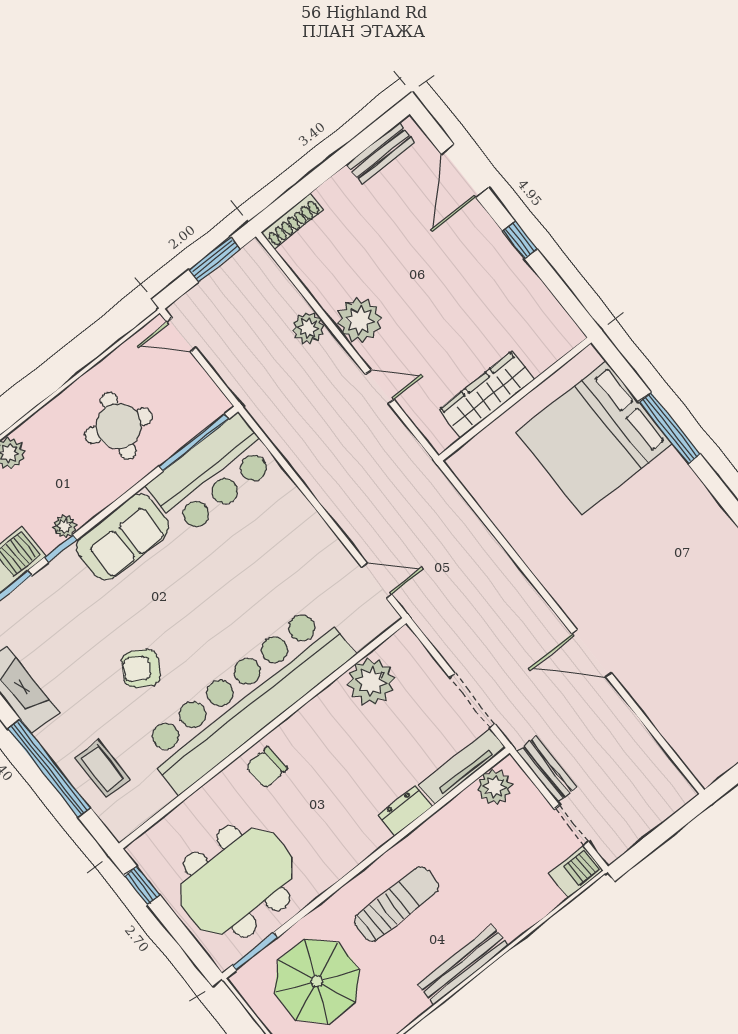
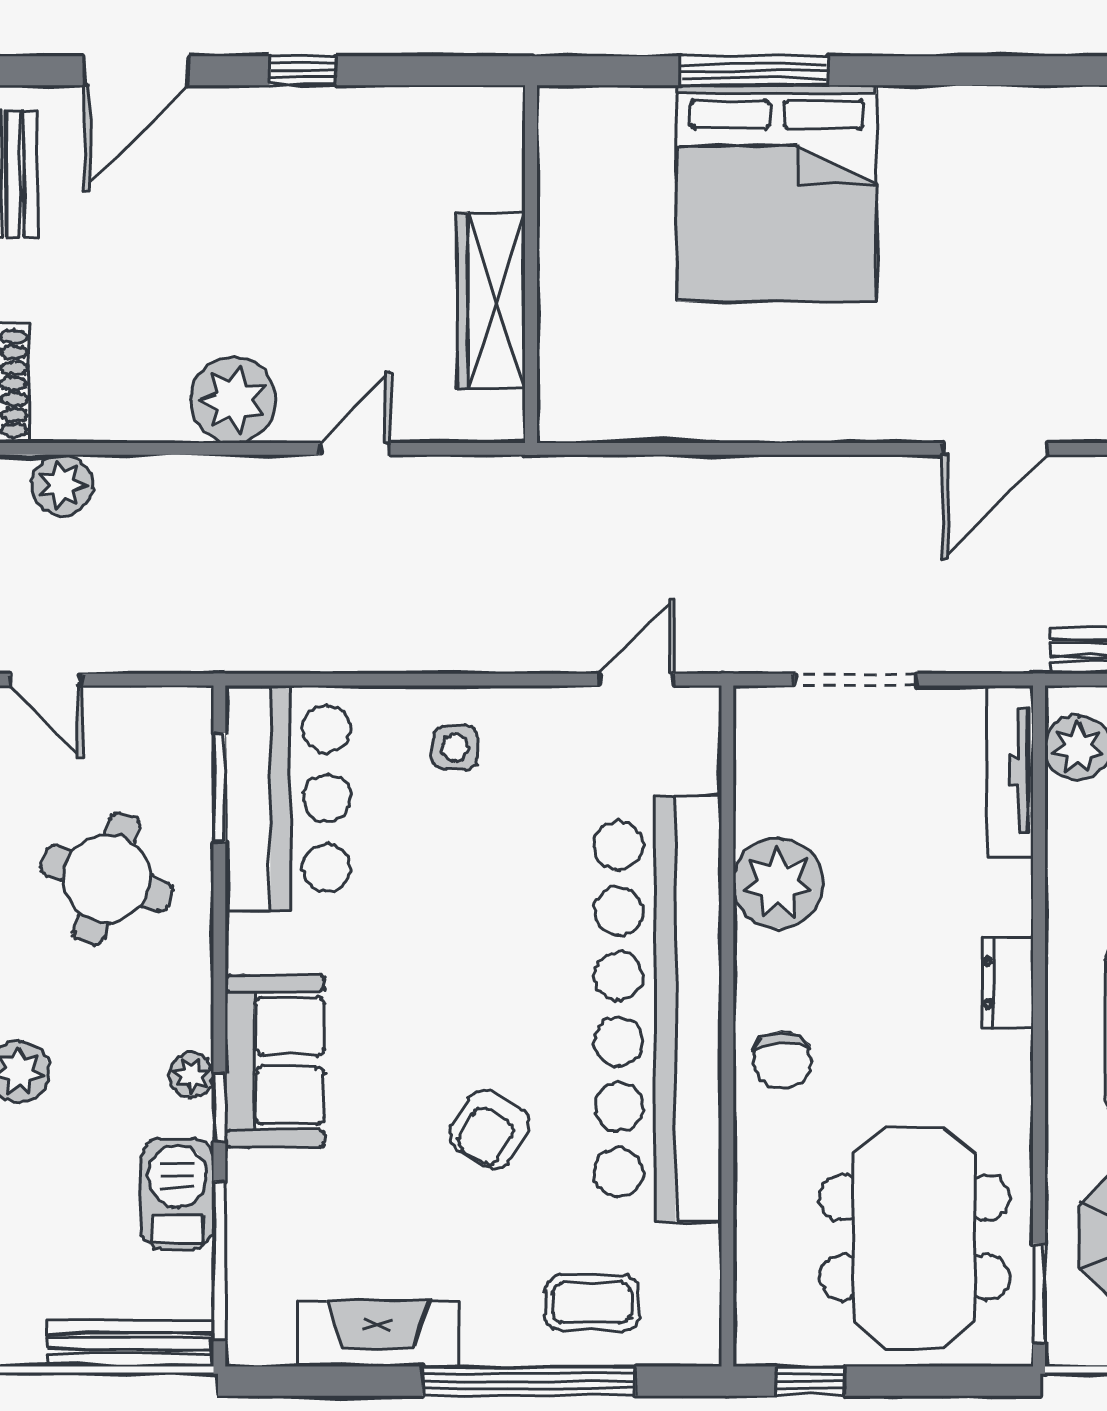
door: (465, 171) -> (136, 71), hinge flipped
plant: (308, 328) -> (62, 485), moved
door: (181, 335) -> (47, 680), hinge flipped
bed: (594, 438) -> (777, 193), moved
window: (194, 443) -> (219, 787), width x0.69
side table: (288, 528) -> (455, 748), added
sofa: (123, 537) -> (275, 1061), moved
plant: (371, 681) -> (778, 883), moved
doorway: (472, 701) -> (855, 680), moved
dresser: (405, 811) -> (1008, 983), moved

